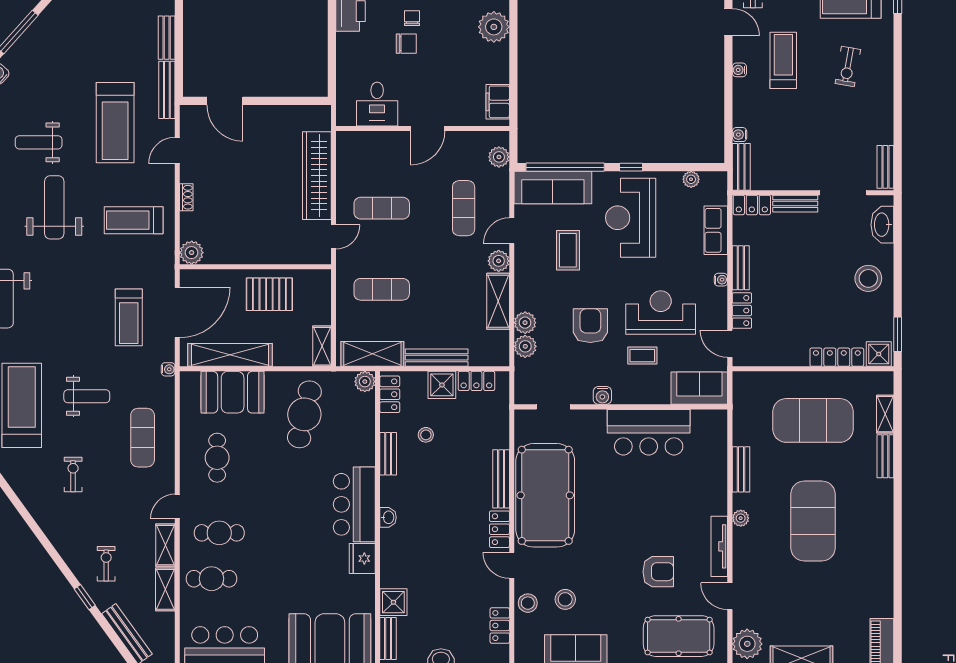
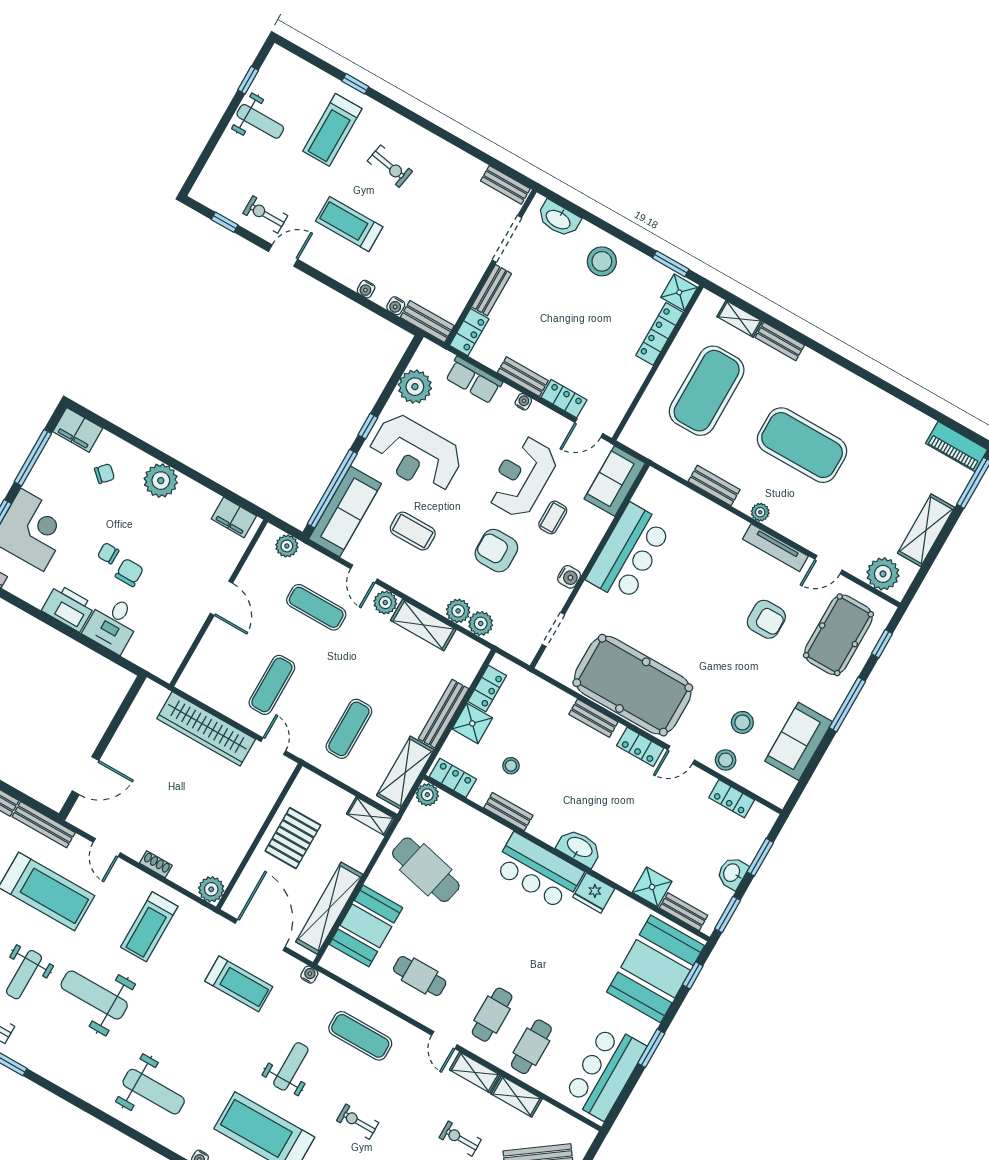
water cooler: (739, 70) -> (366, 289), moved
desk: (377, 104) -> (113, 624), moved, turned 90
plant: (691, 179) -> (415, 387), width x1.88, depth x1.88
bench: (501, 479) -> (593, 718), width x0.73
washbasin: (388, 517) -> (579, 848), width x1.91, depth x1.45
armchair: (658, 572) -> (766, 619), turned 90

